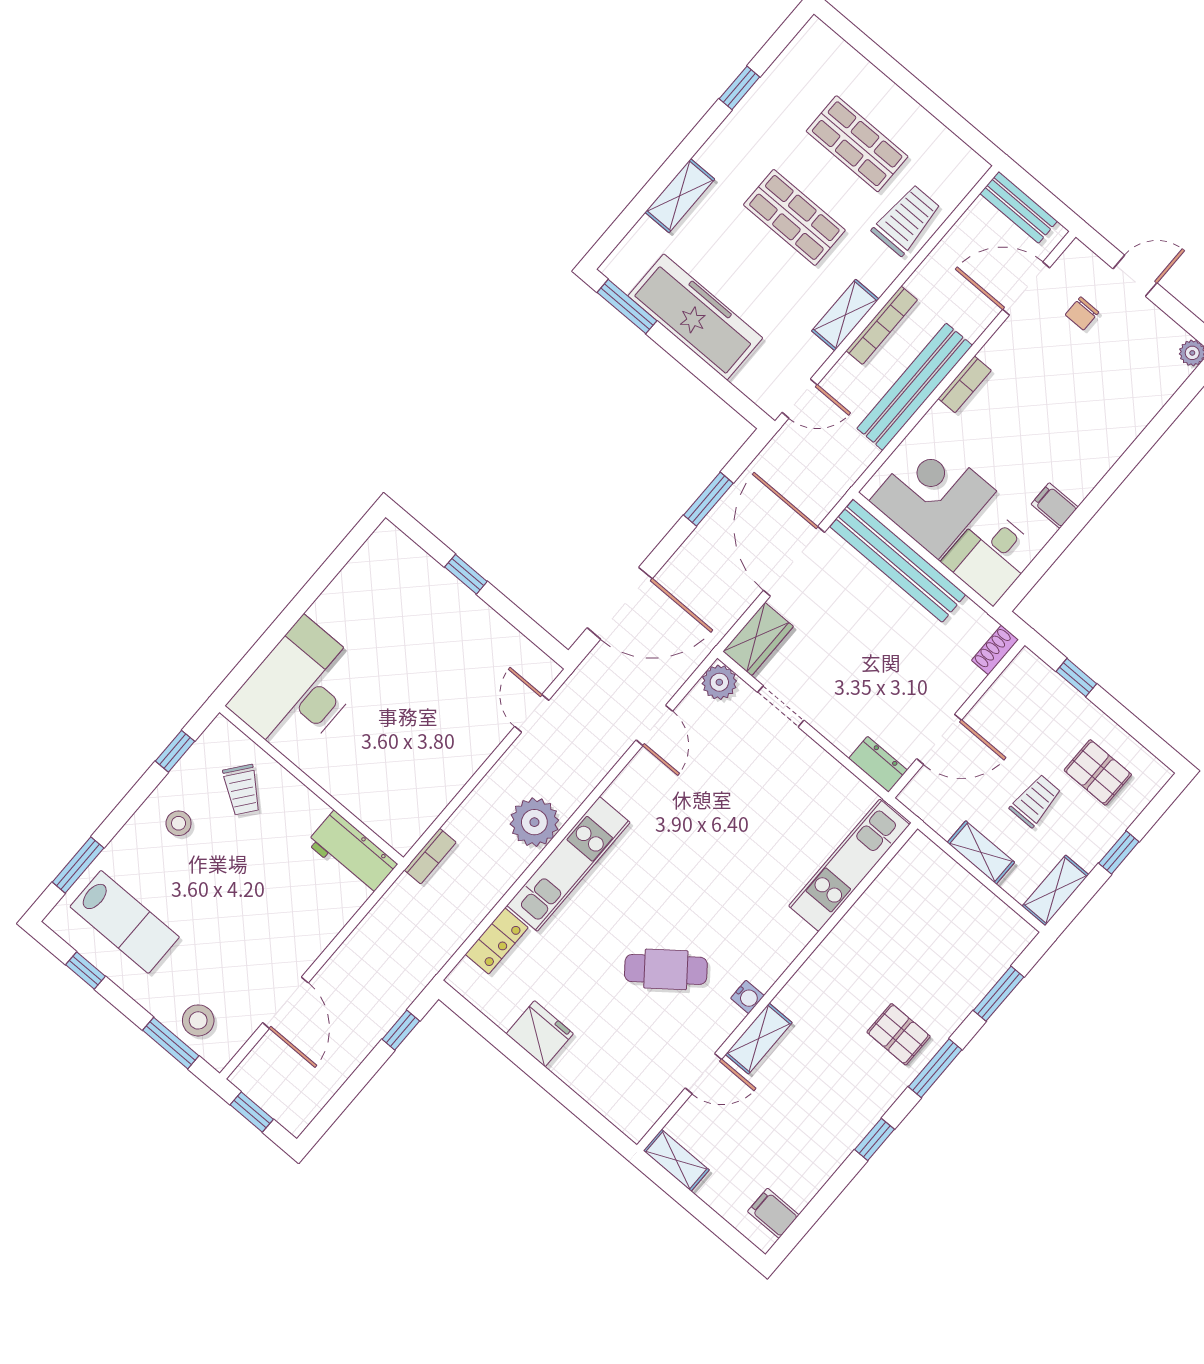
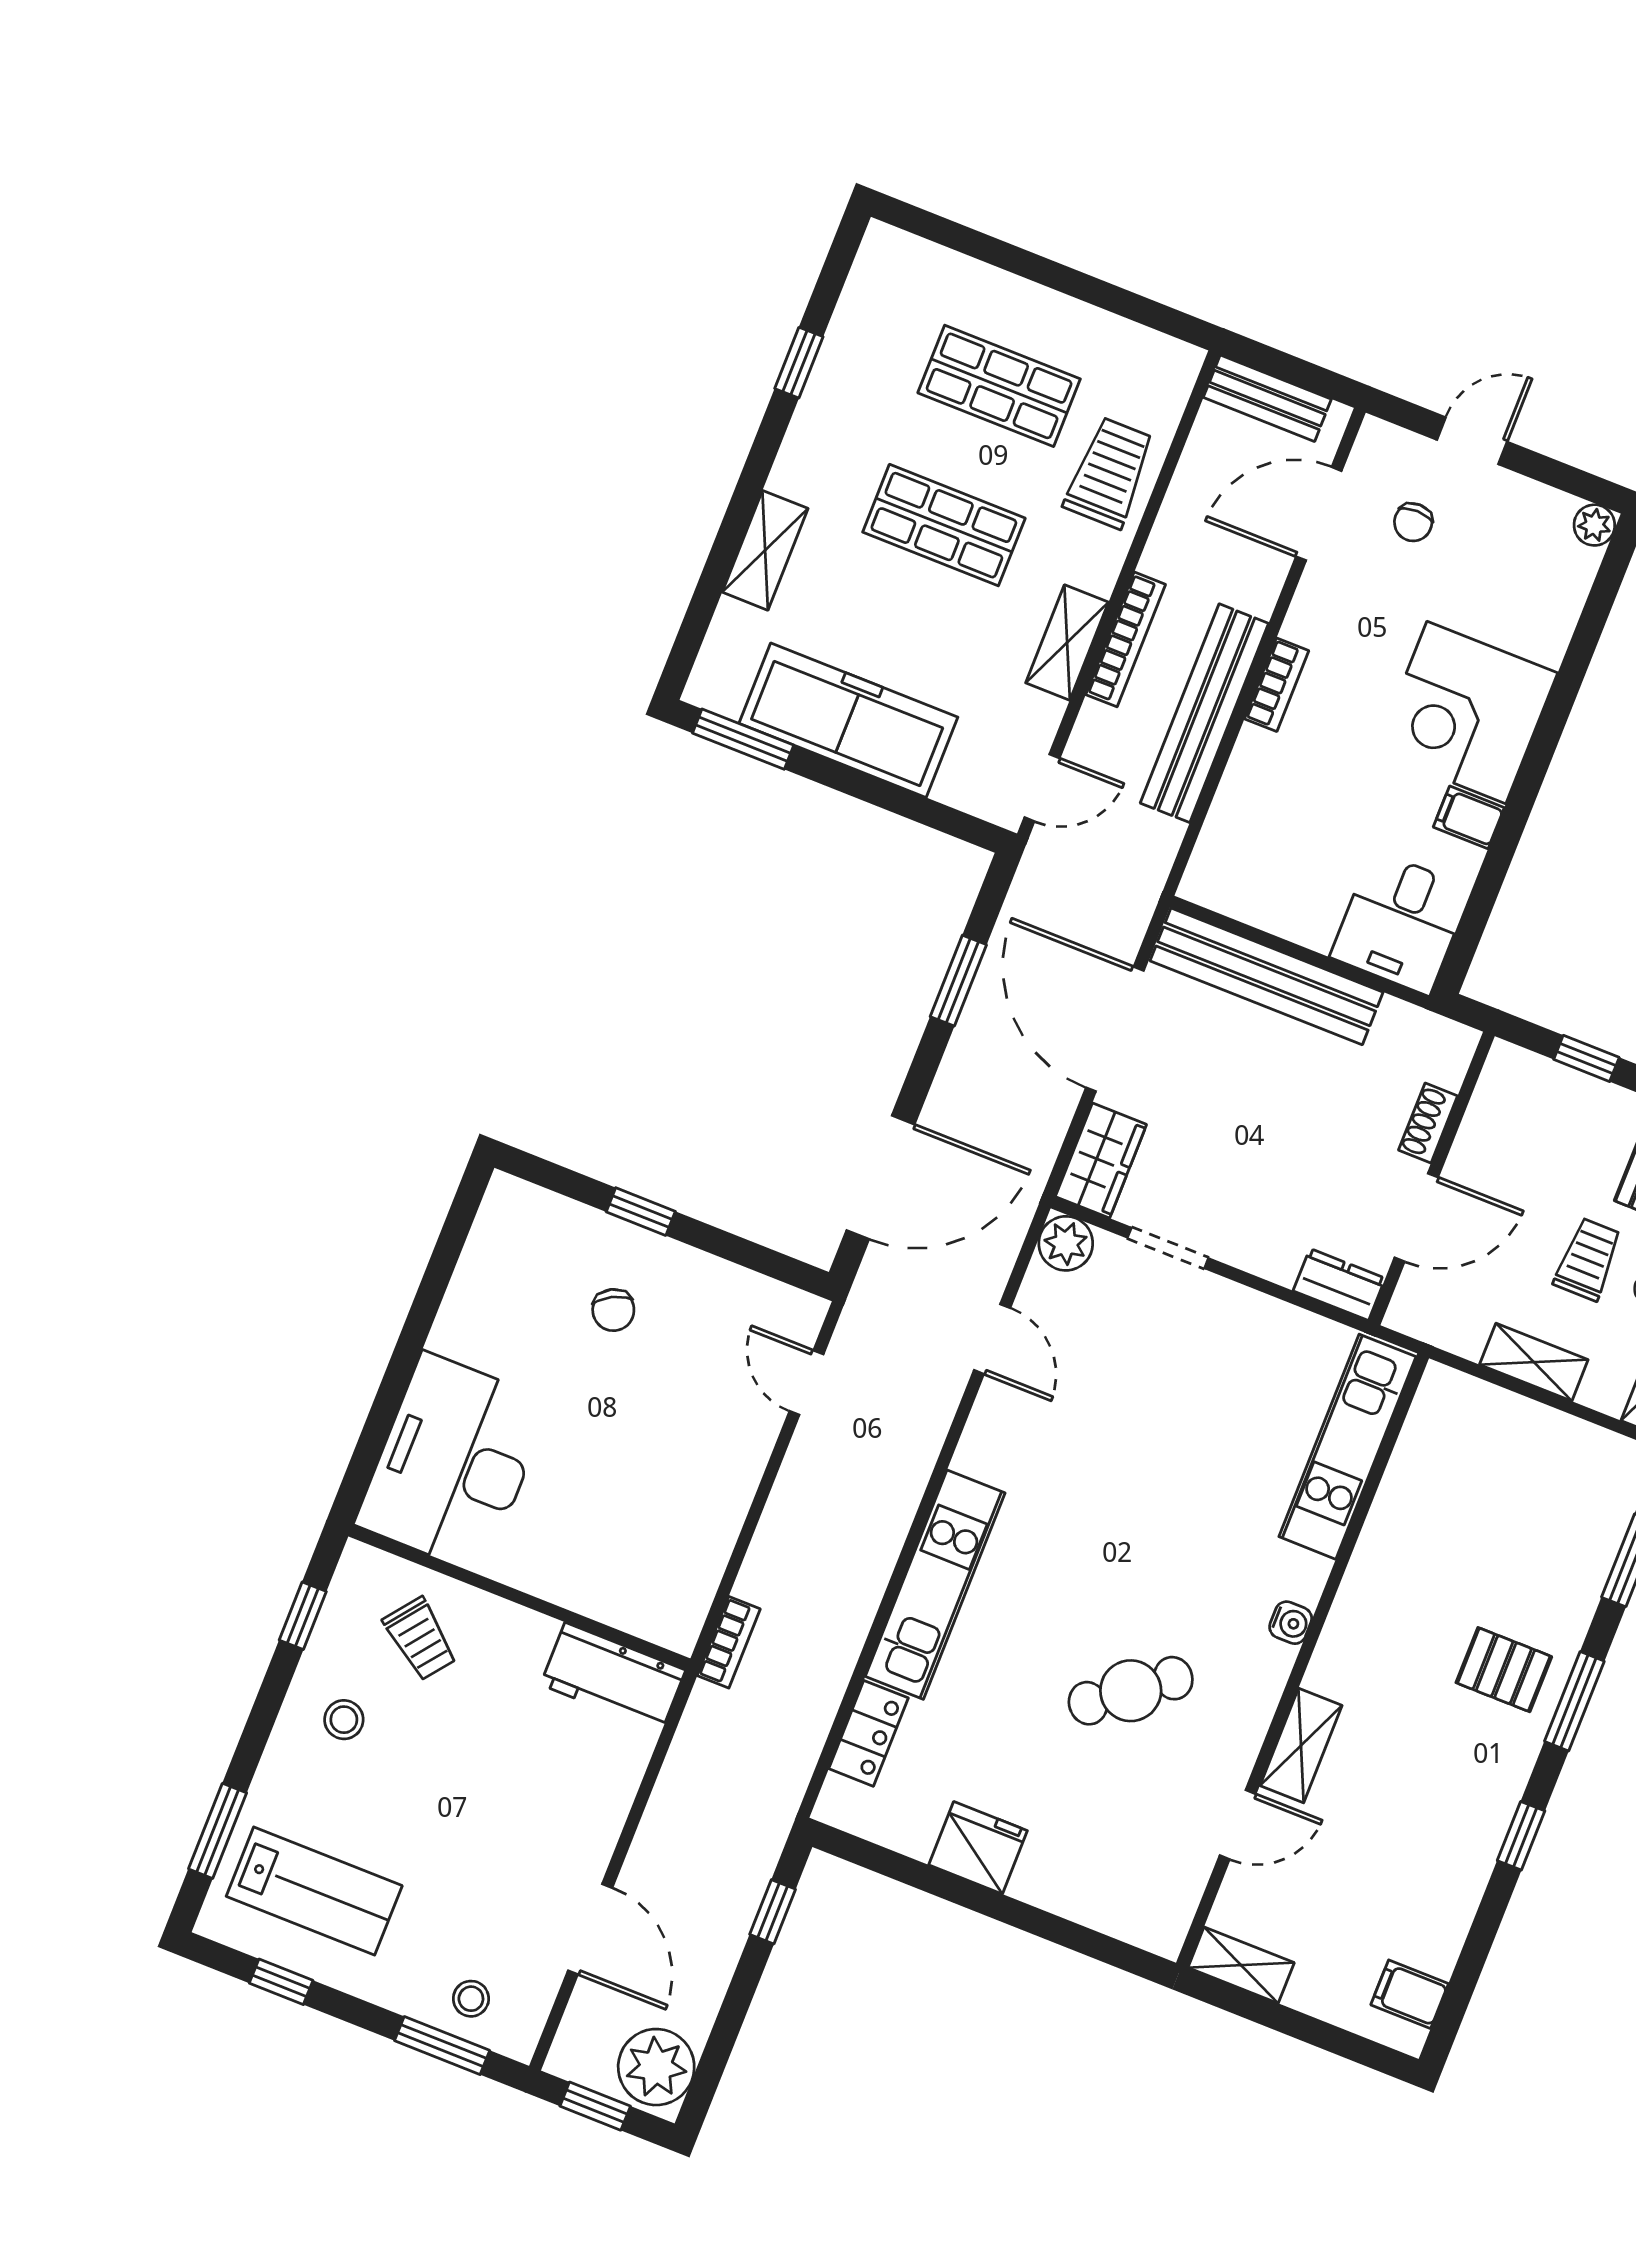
corner desk: (933, 496) -> (1466, 712), moved, turned -90
chair: (429, 629) -> (613, 1310), added
shoe rack: (995, 650) -> (1428, 1123), moved
plant: (534, 822) -> (656, 2067), moved
water cooler: (747, 997) -> (1291, 1623), moved
stool: (198, 1020) -> (471, 1999), width x0.73, depth x0.73

